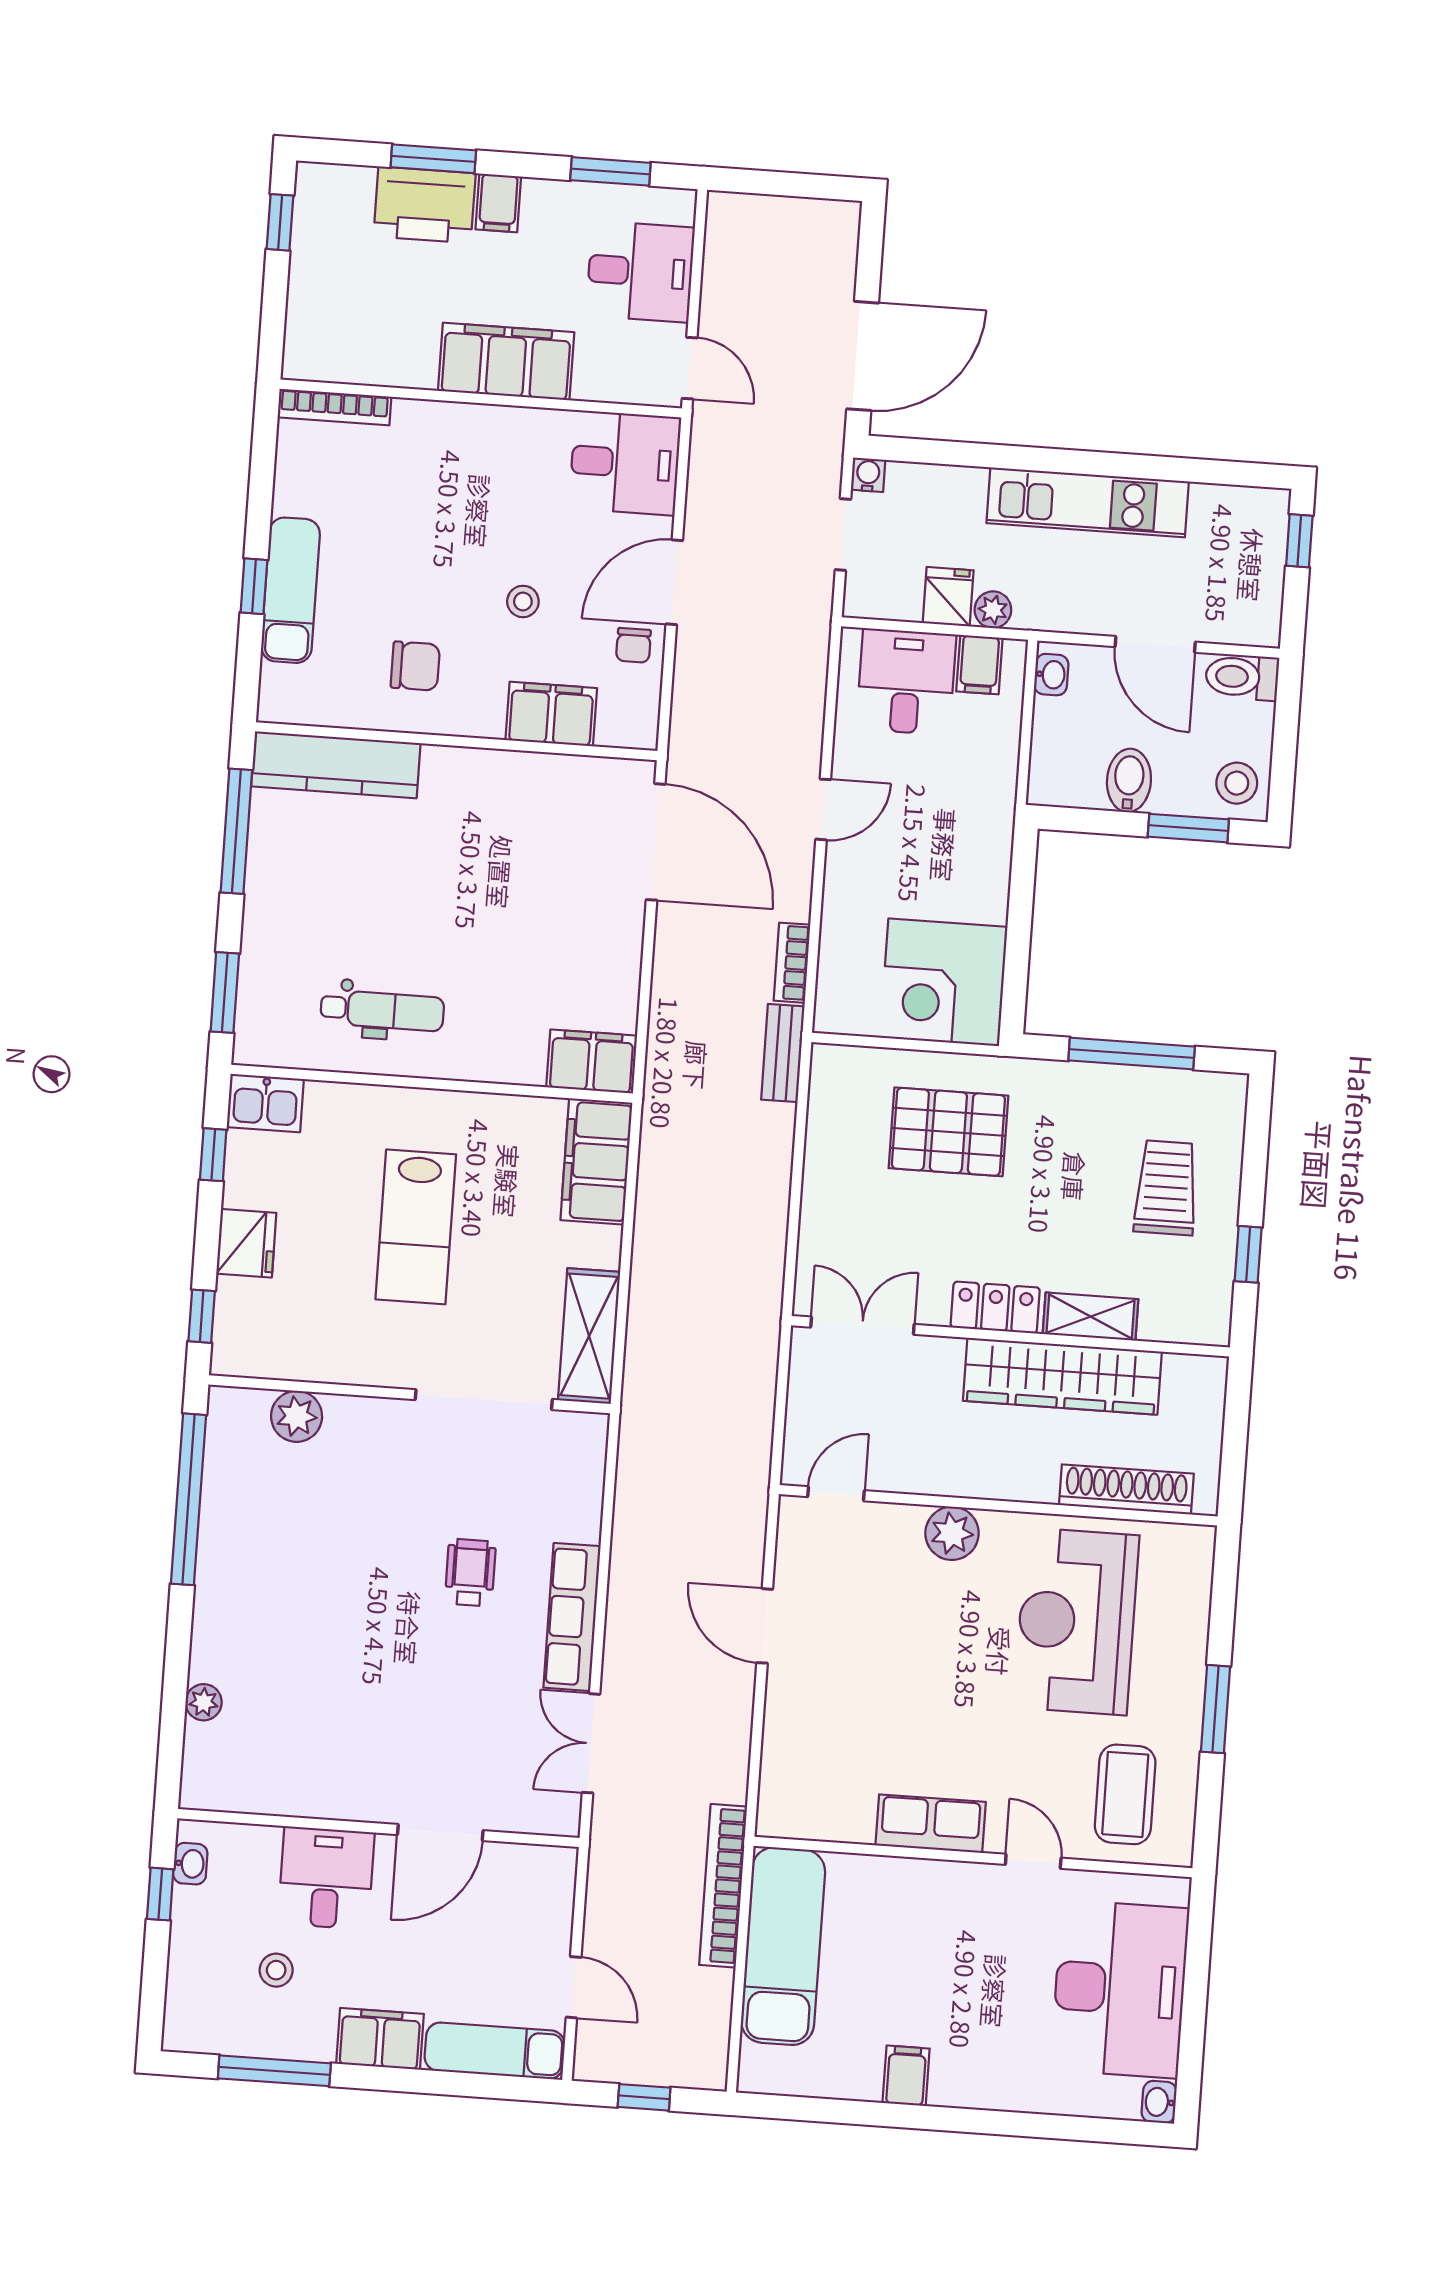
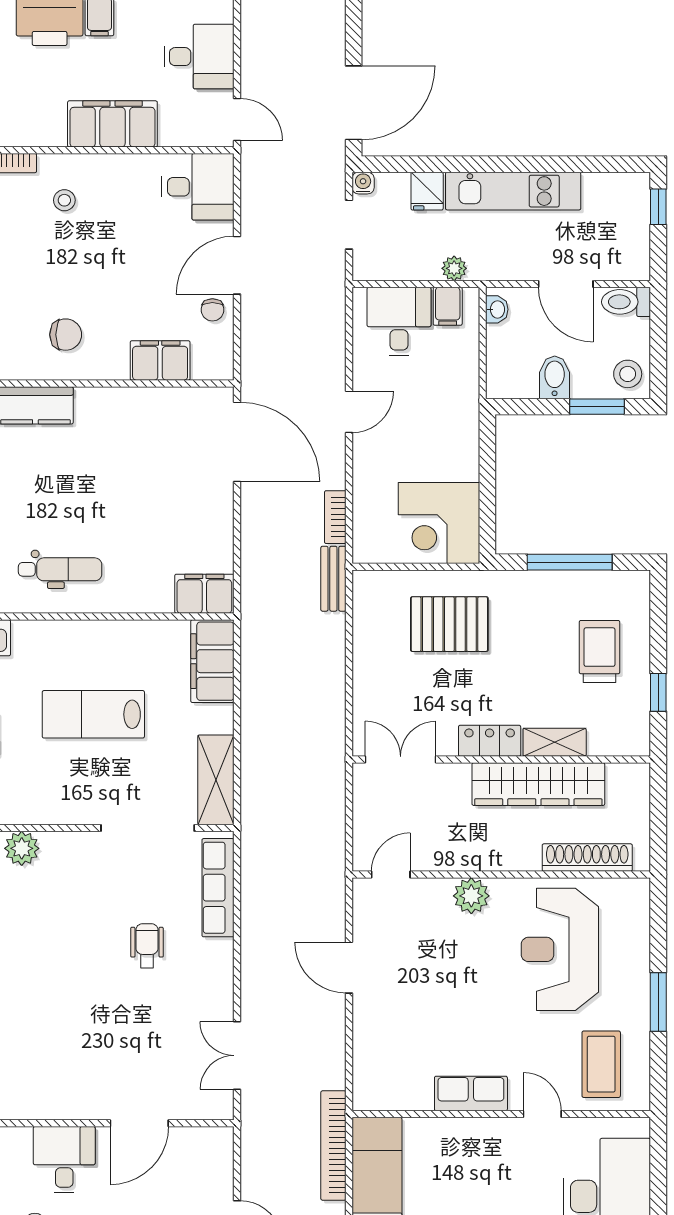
fridge: (948, 597) -> (427, 191), moved, turned 180
stool: (523, 601) -> (64, 200), moved
lab bench: (416, 1227) -> (93, 714), turned 90
row of seats: (572, 1617) -> (218, 888), moved

